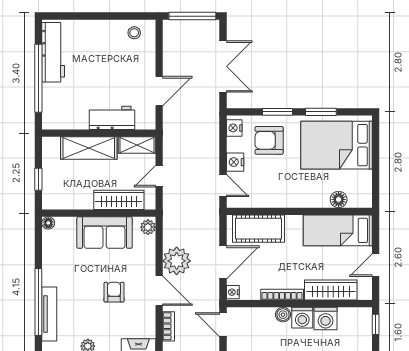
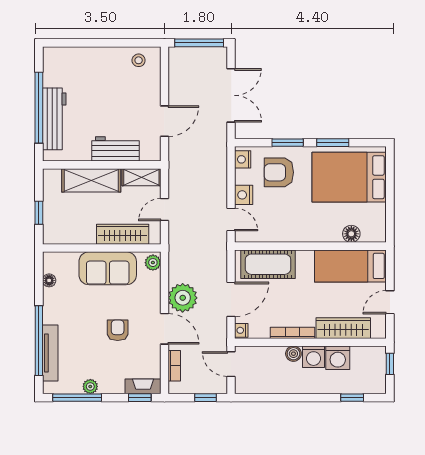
workbench: (53, 52) -> (54, 119), moved
floor lamp: (48, 223) -> (49, 280), moved

